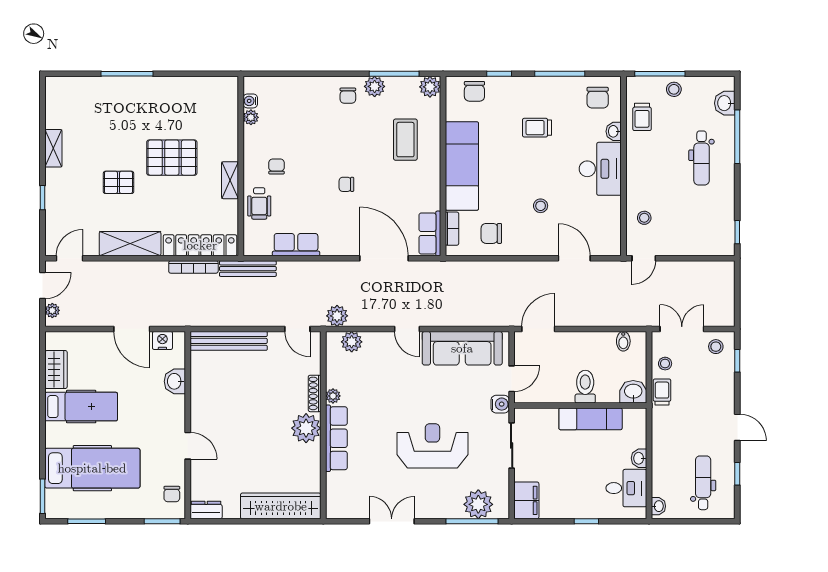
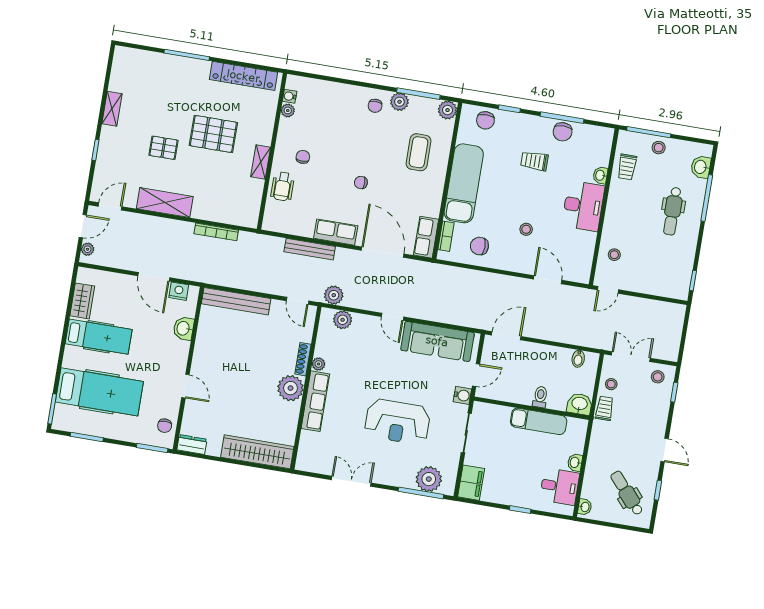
chair: (598, 98) -> (563, 132), moved
locker: (200, 245) -> (243, 76), moved, turned 180
row of seats: (296, 245) -> (336, 232), moved
bench: (248, 269) -> (310, 249), moved
toilet: (585, 387) -> (540, 397), width x0.73, depth x0.72
reception desk: (432, 446) -> (398, 422), turned 180
dental chair: (703, 483) -> (627, 493), turned -41

